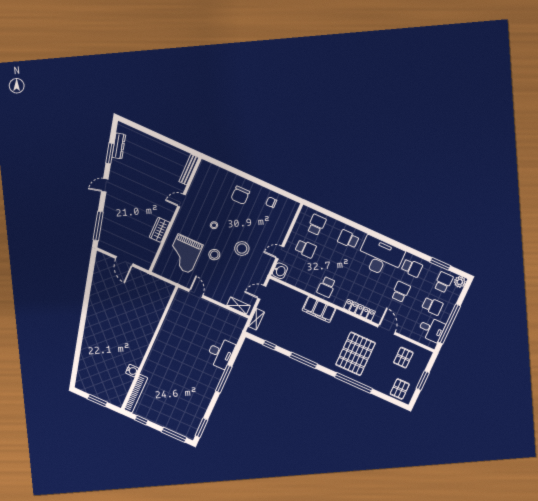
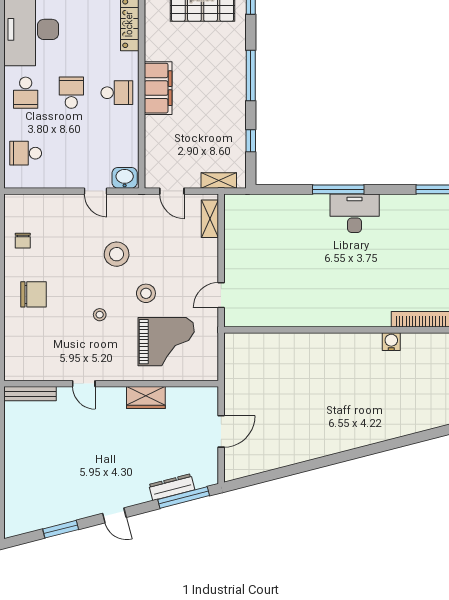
dresser: (119, 146) -> (172, 487), moved
school desk: (306, 249) -> (71, 93), moved
desk: (220, 353) -> (355, 213), moved

